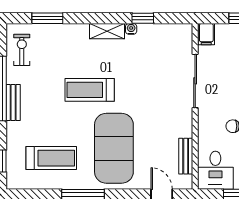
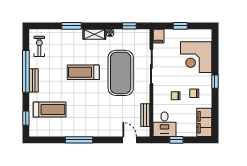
window: (47, 18) -> (71, 26), moved
window: (143, 18) -> (129, 26), moved
exercise mat: (114, 148) -> (121, 73), moved
treadmill: (51, 158) -> (50, 110), moved

